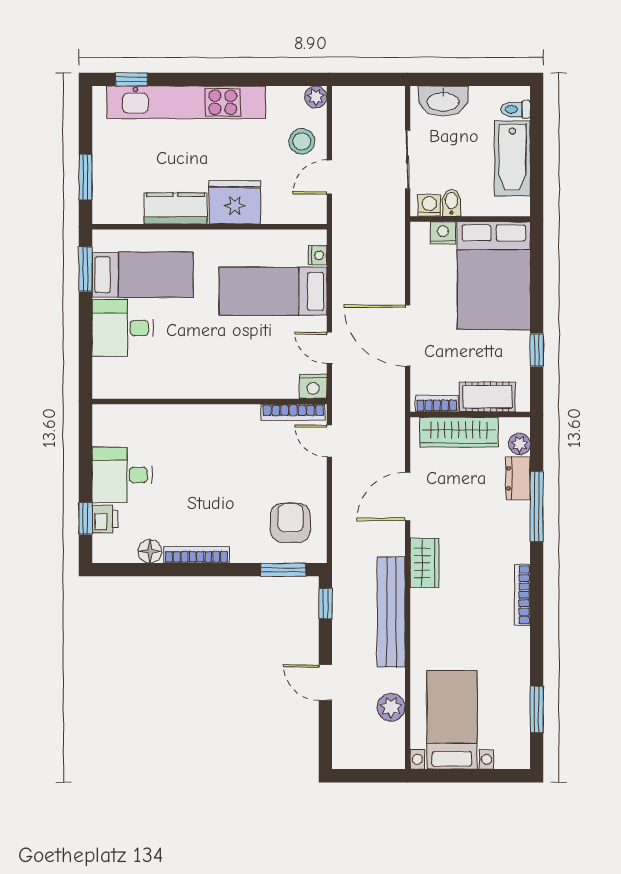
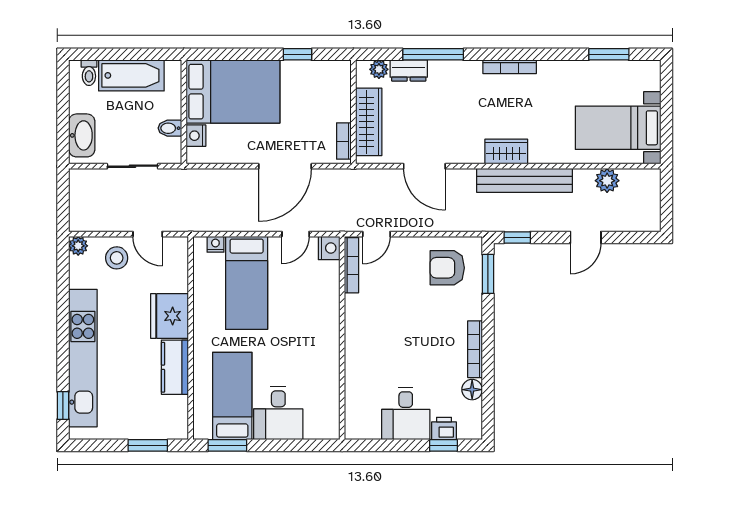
washing machine: (429, 205) -> (172, 147), removed
cot: (487, 397) -> (338, 97), removed
wardrobe: (425, 563) -> (506, 152), moved

